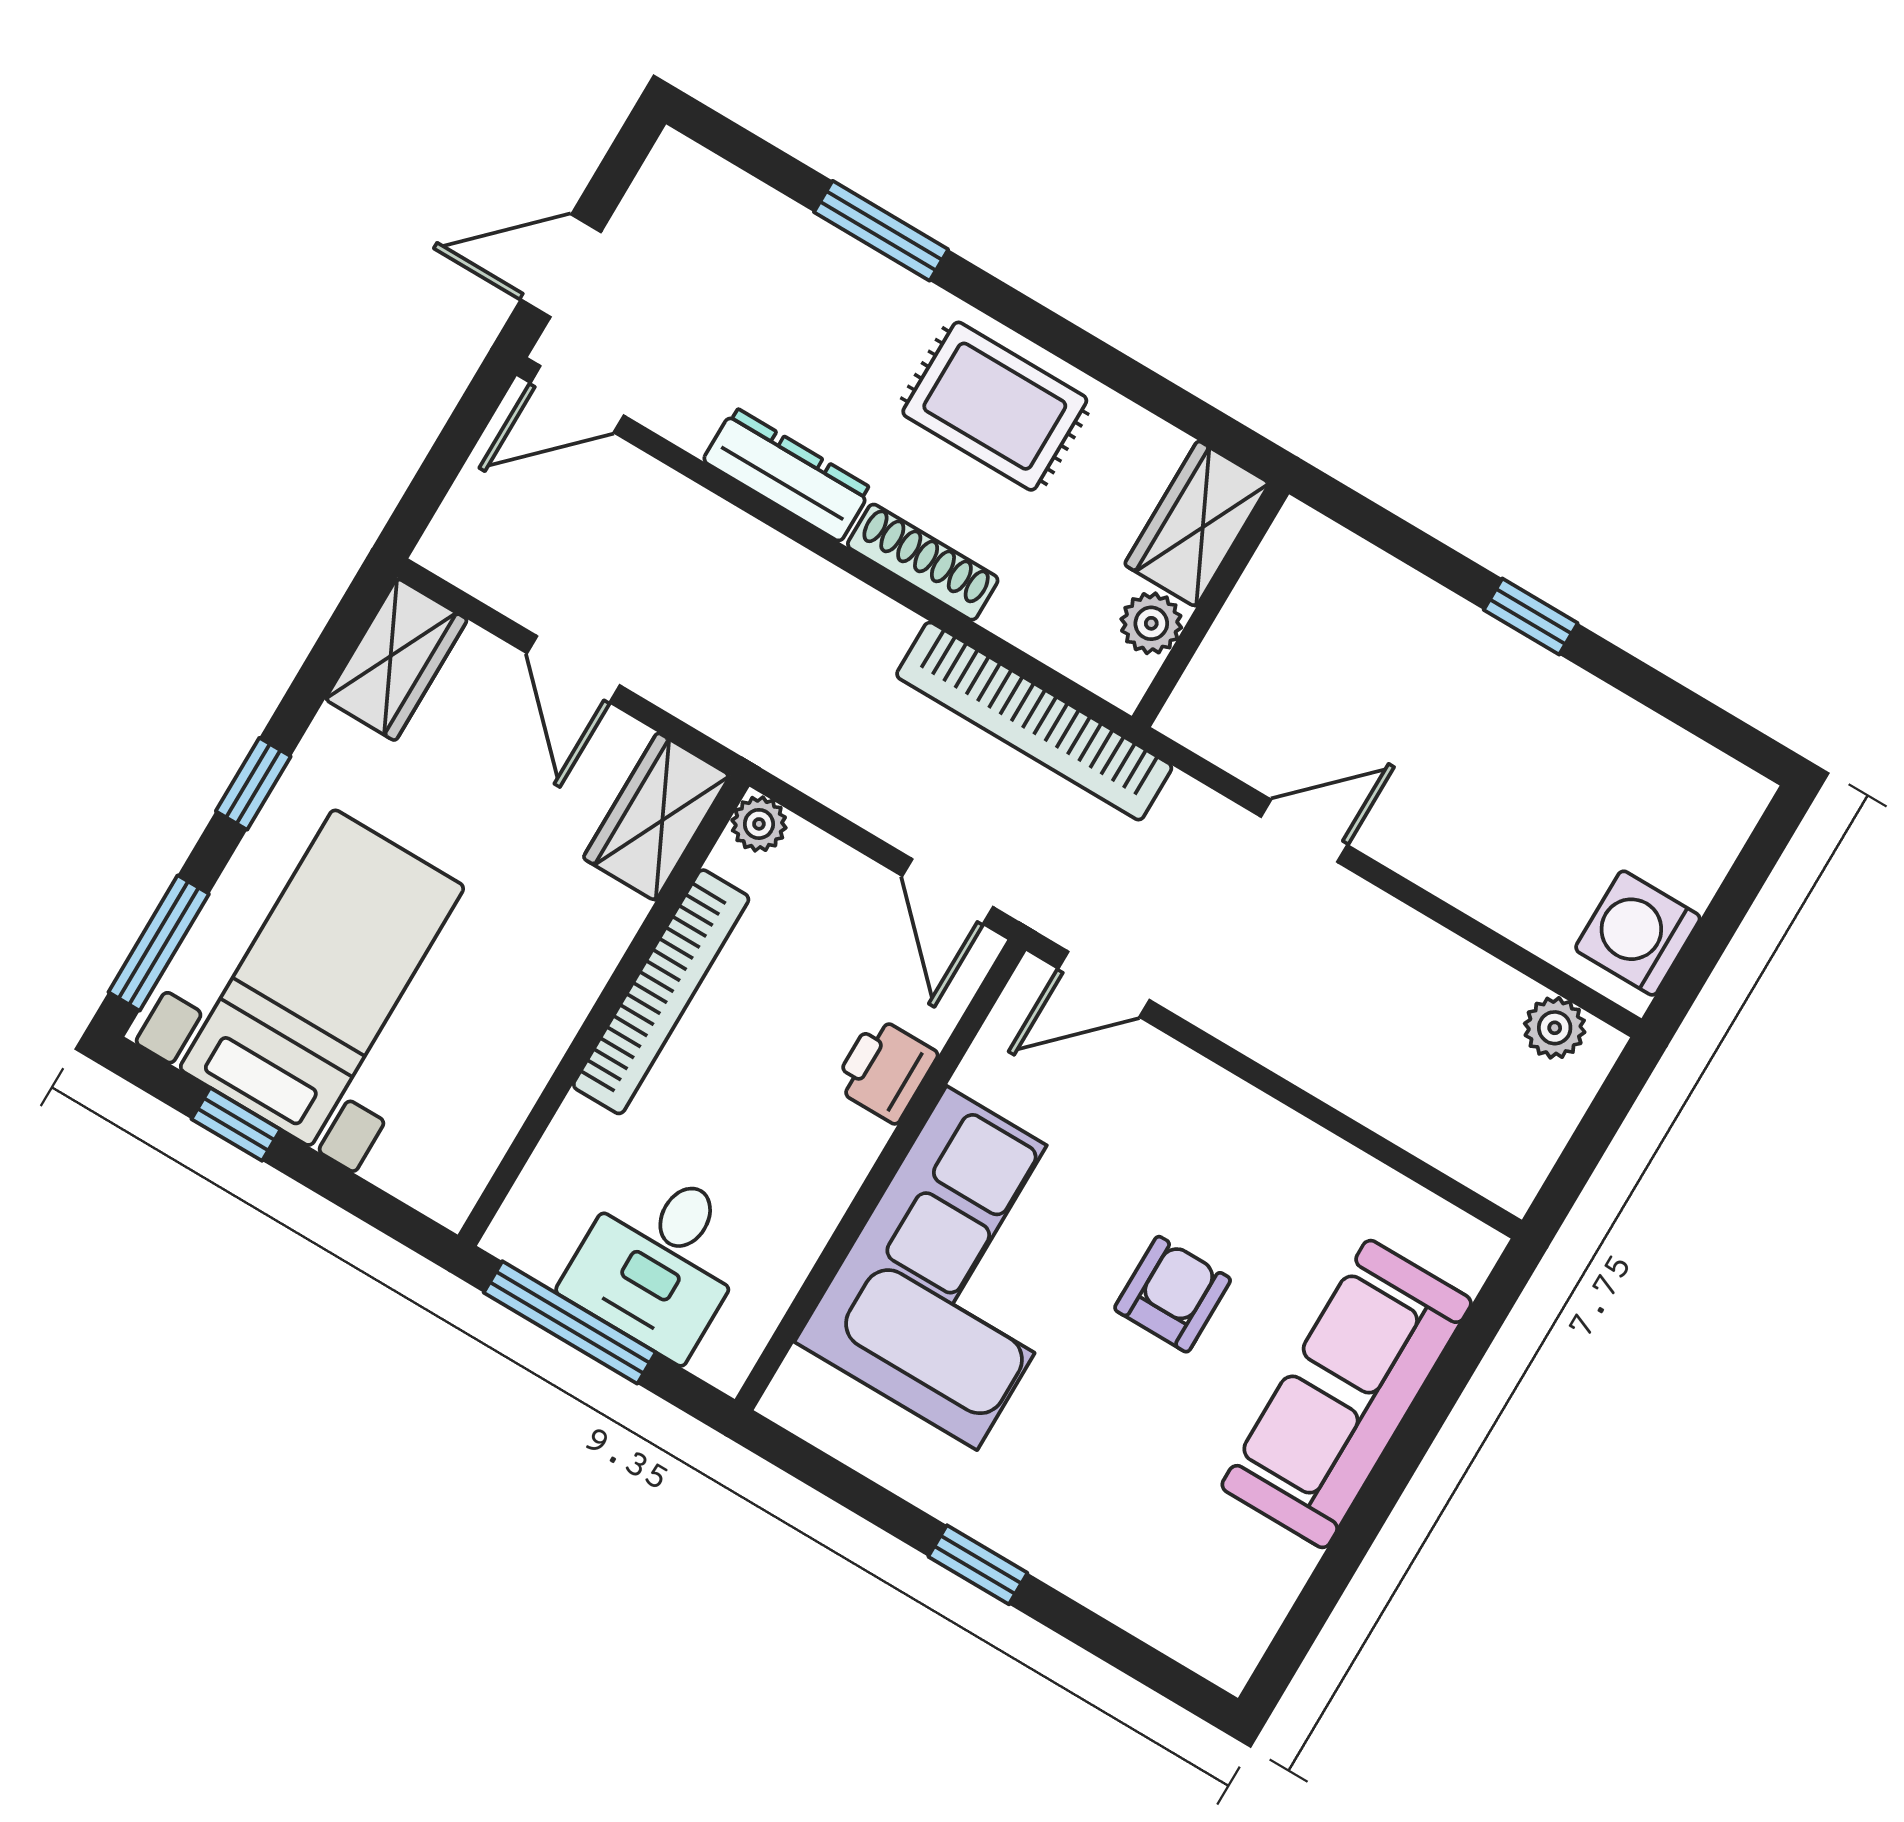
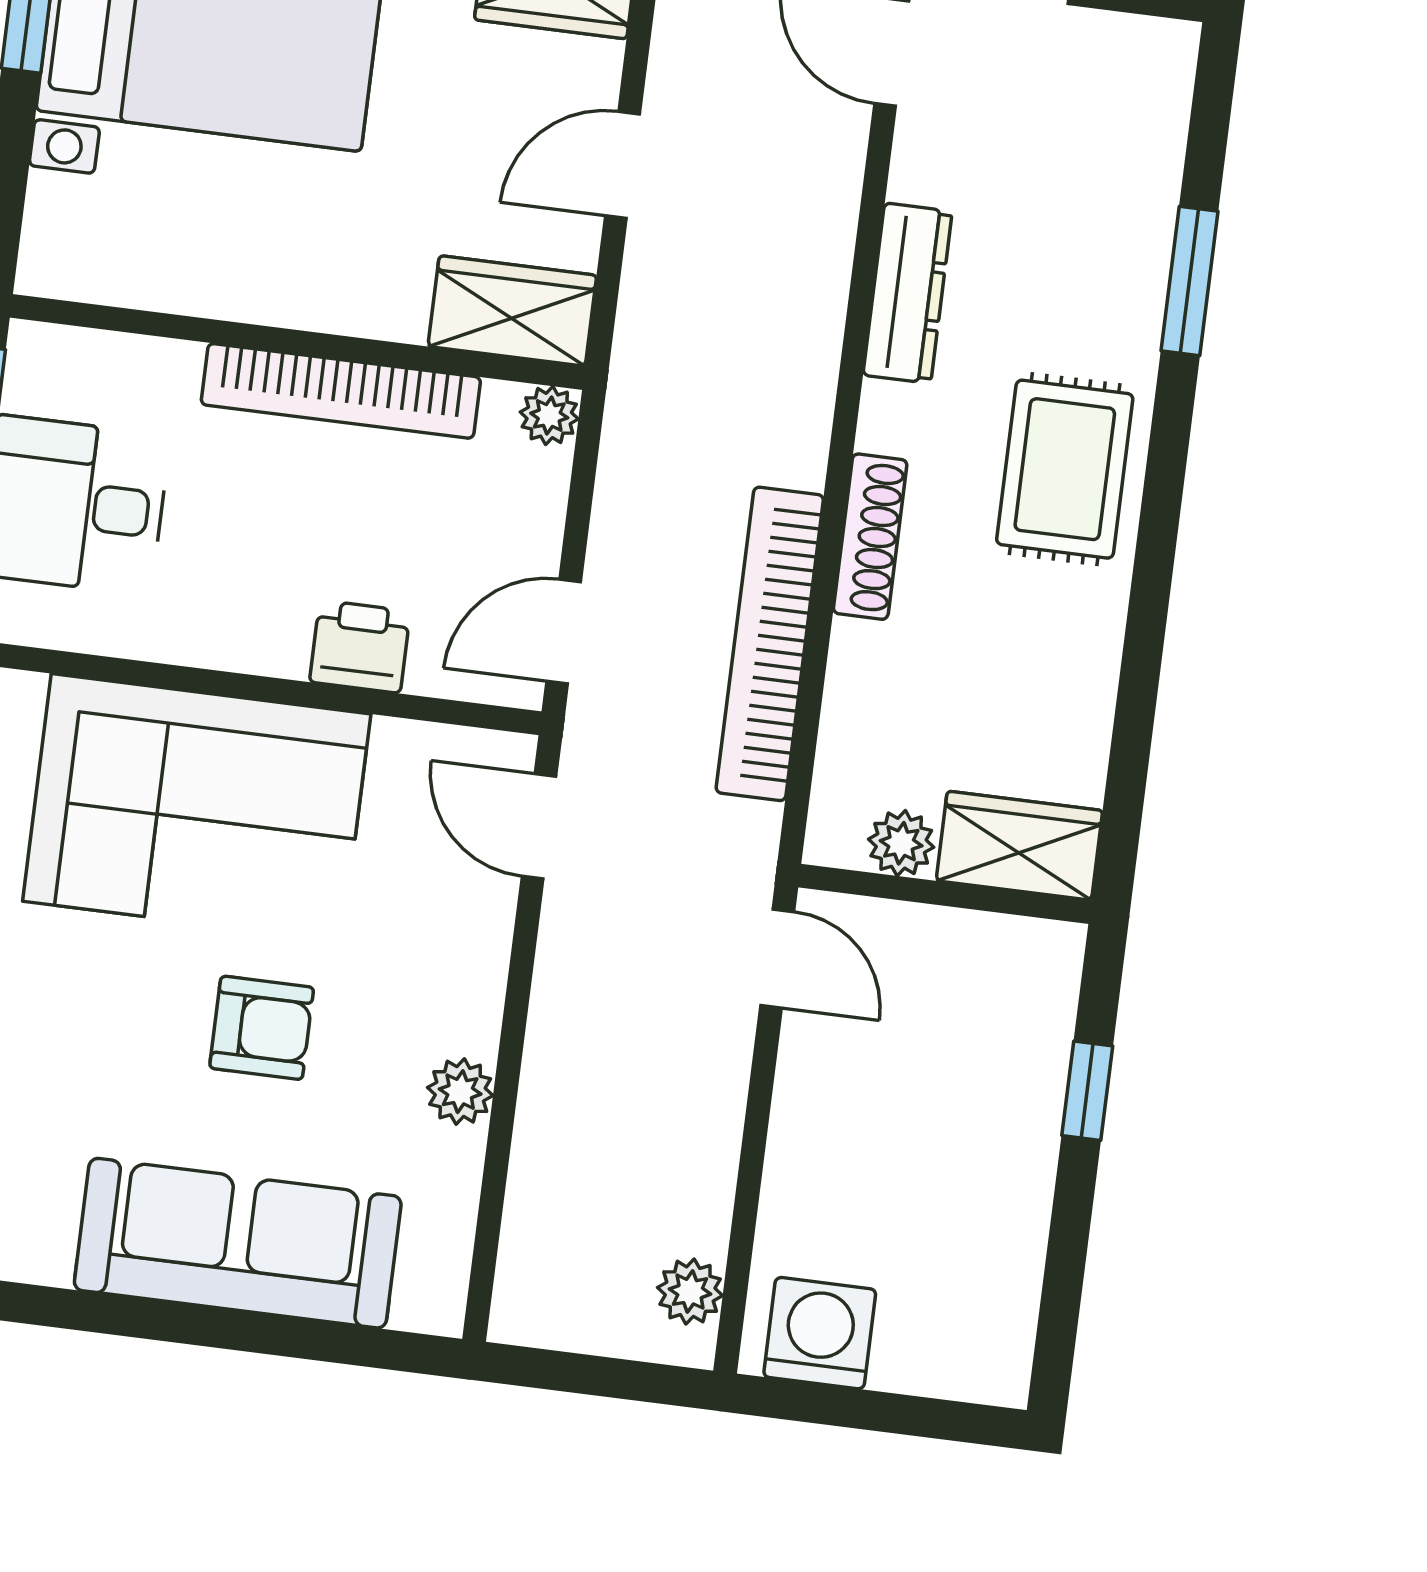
wardrobe: (1197, 524) -> (1019, 846), moved
shoe rack: (923, 562) -> (870, 537), moved
wall: (1210, 605) -> (945, 894), moved
plant: (1151, 623) -> (901, 843), moved
plant: (1300, 1149) -> (460, 1092), added

